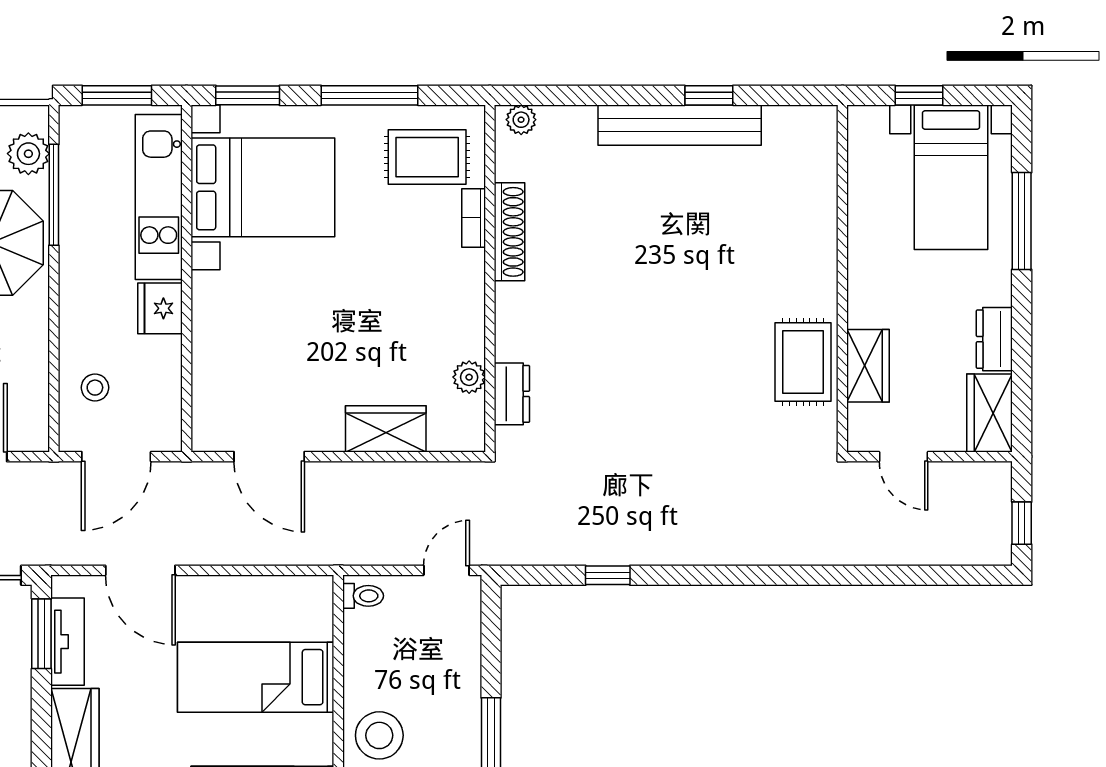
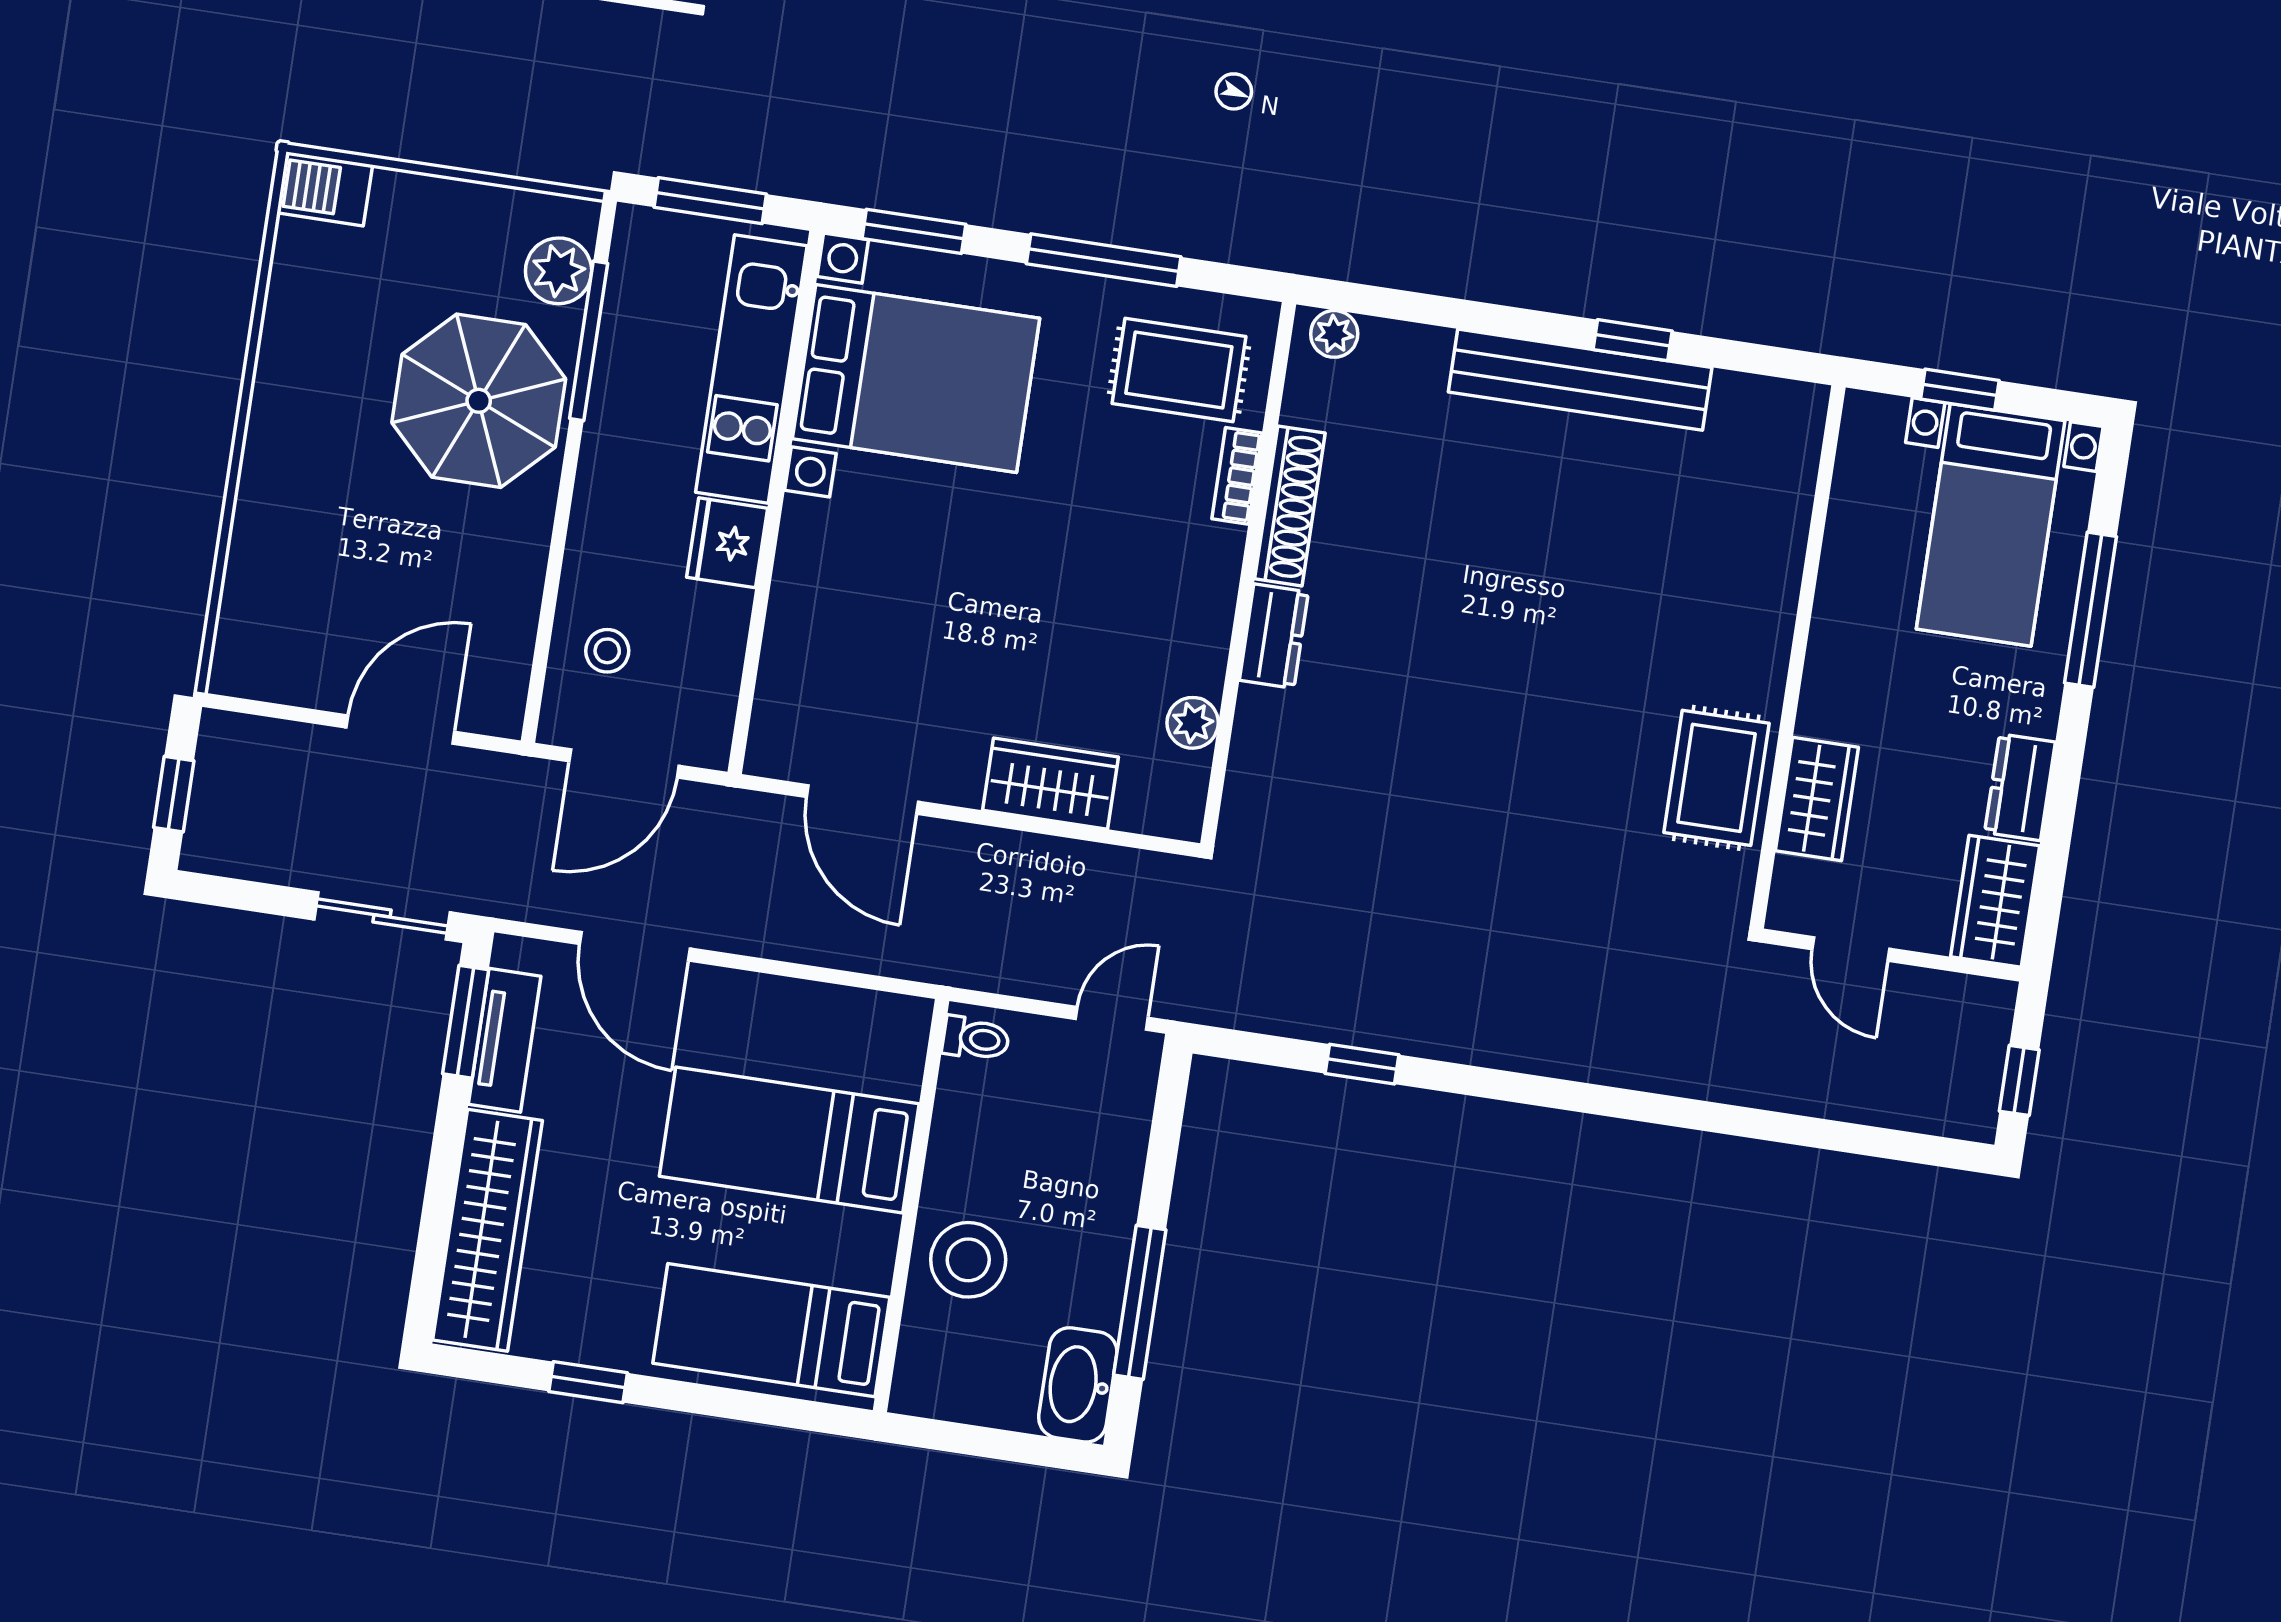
dresser: (512, 394) -> (1274, 636), moved

